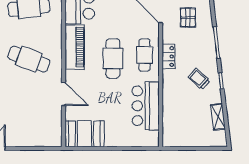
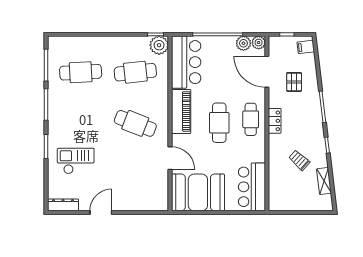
trolley: (199, 79) -> (299, 160), moved
bar counter: (146, 106) -> (252, 187), moved
booth: (85, 134) -> (198, 192), width x1.36, depth x1.42

